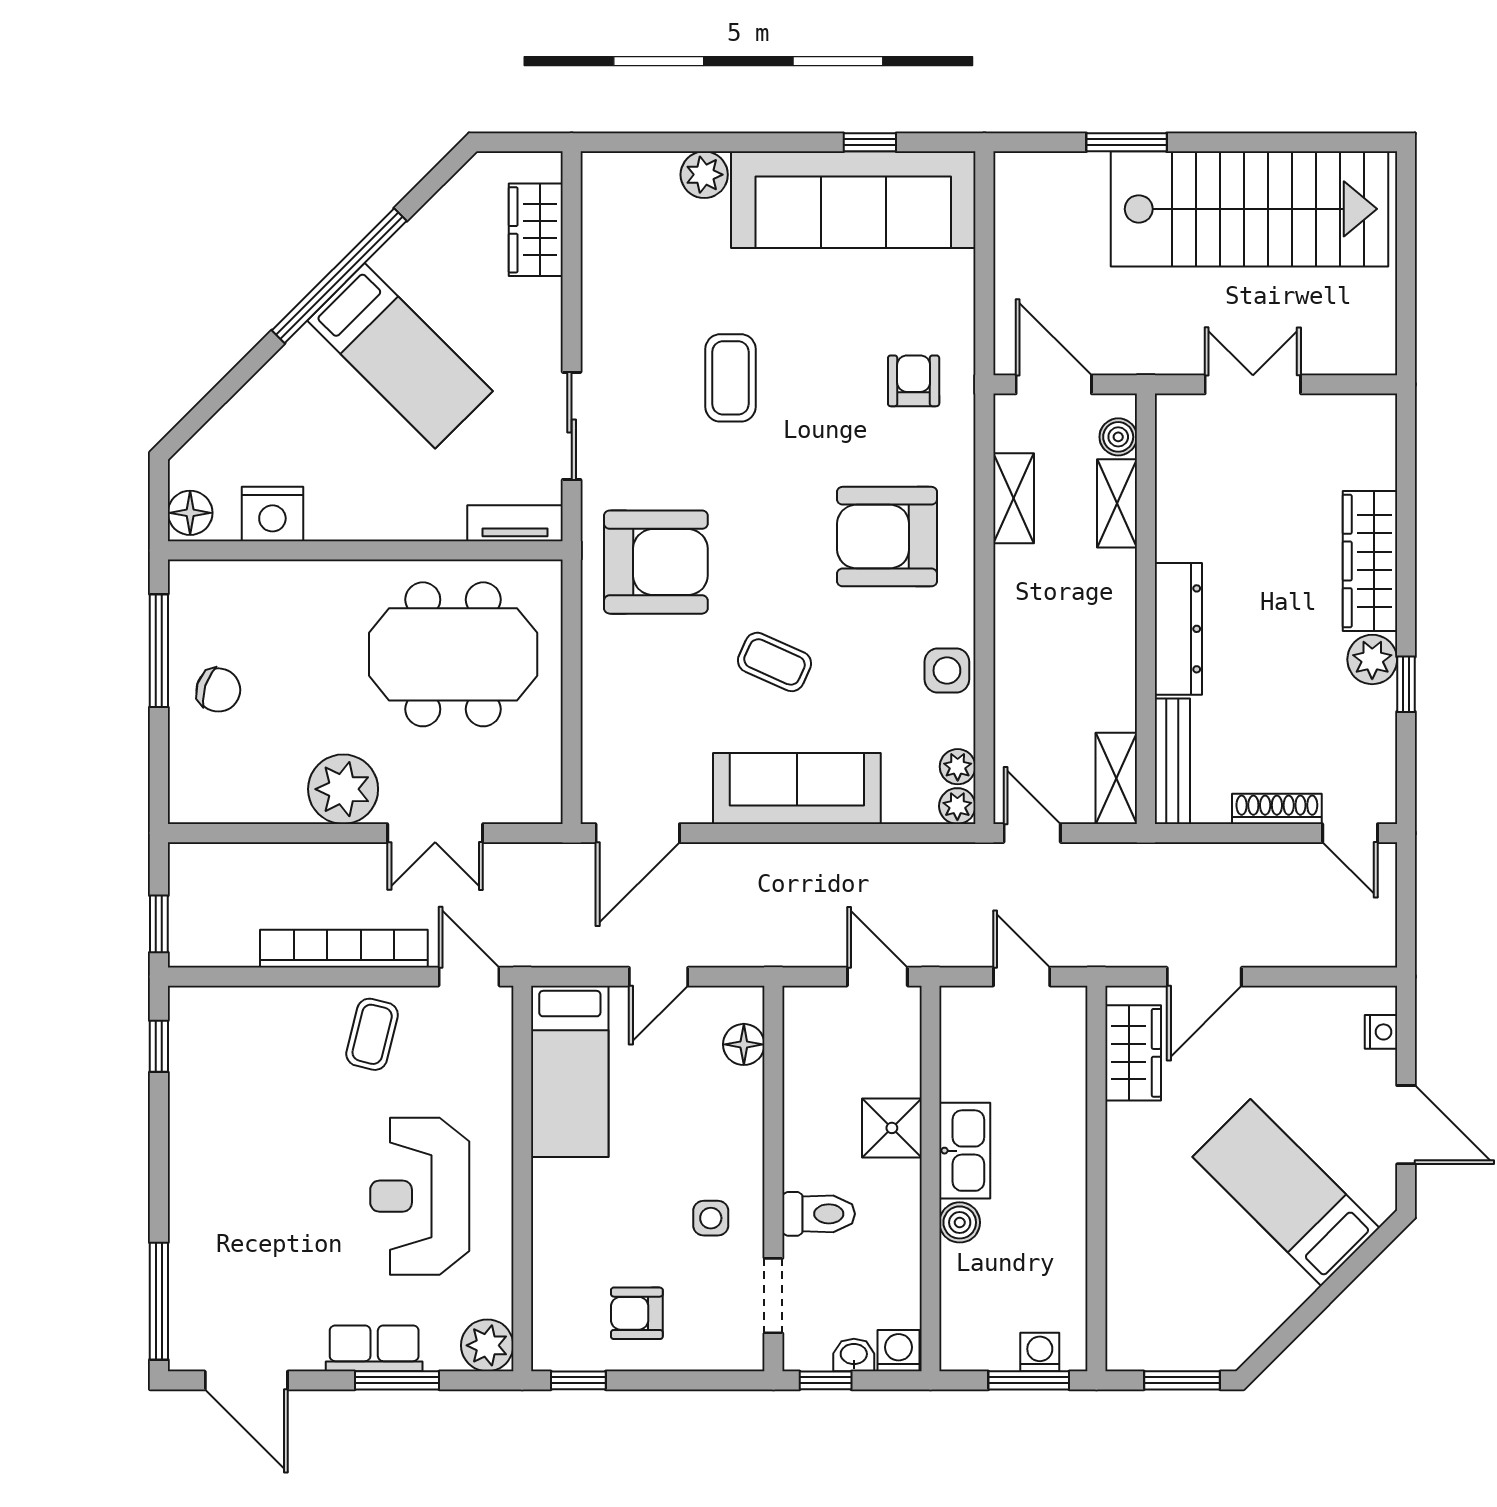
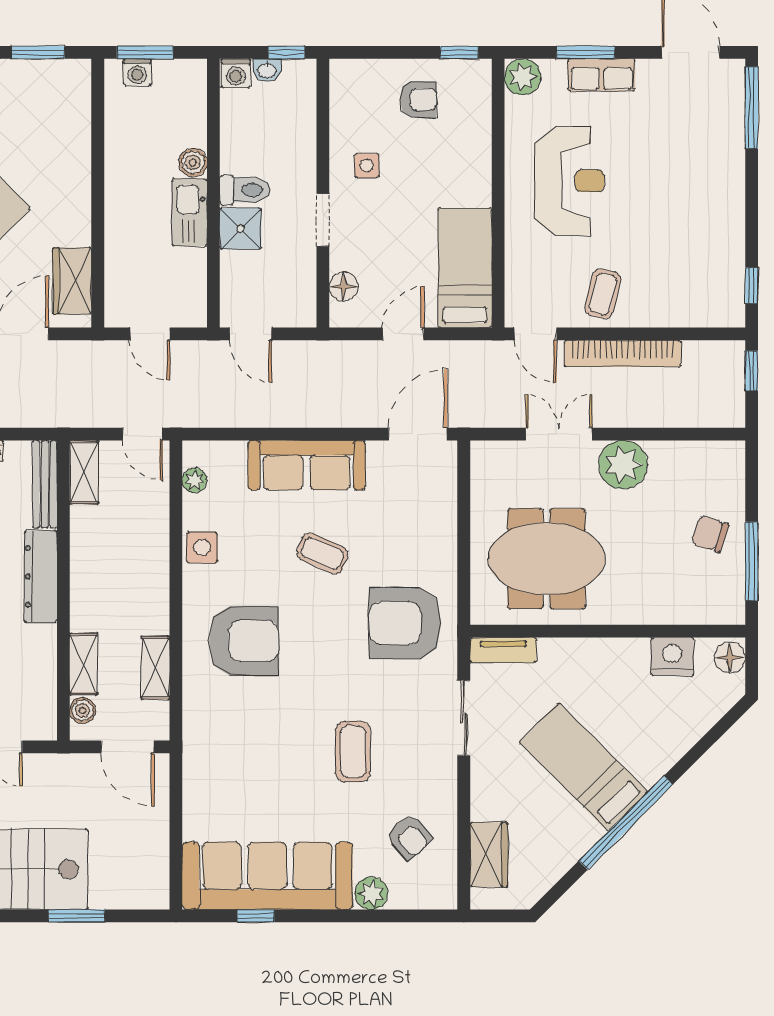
armchair: (914, 381) -> (409, 837), moved, turned -42
plant: (957, 806) -> (195, 453), removed
toilet: (819, 1214) -> (245, 190), moved, turned 180
doorway: (773, 1296) -> (323, 220), moved

